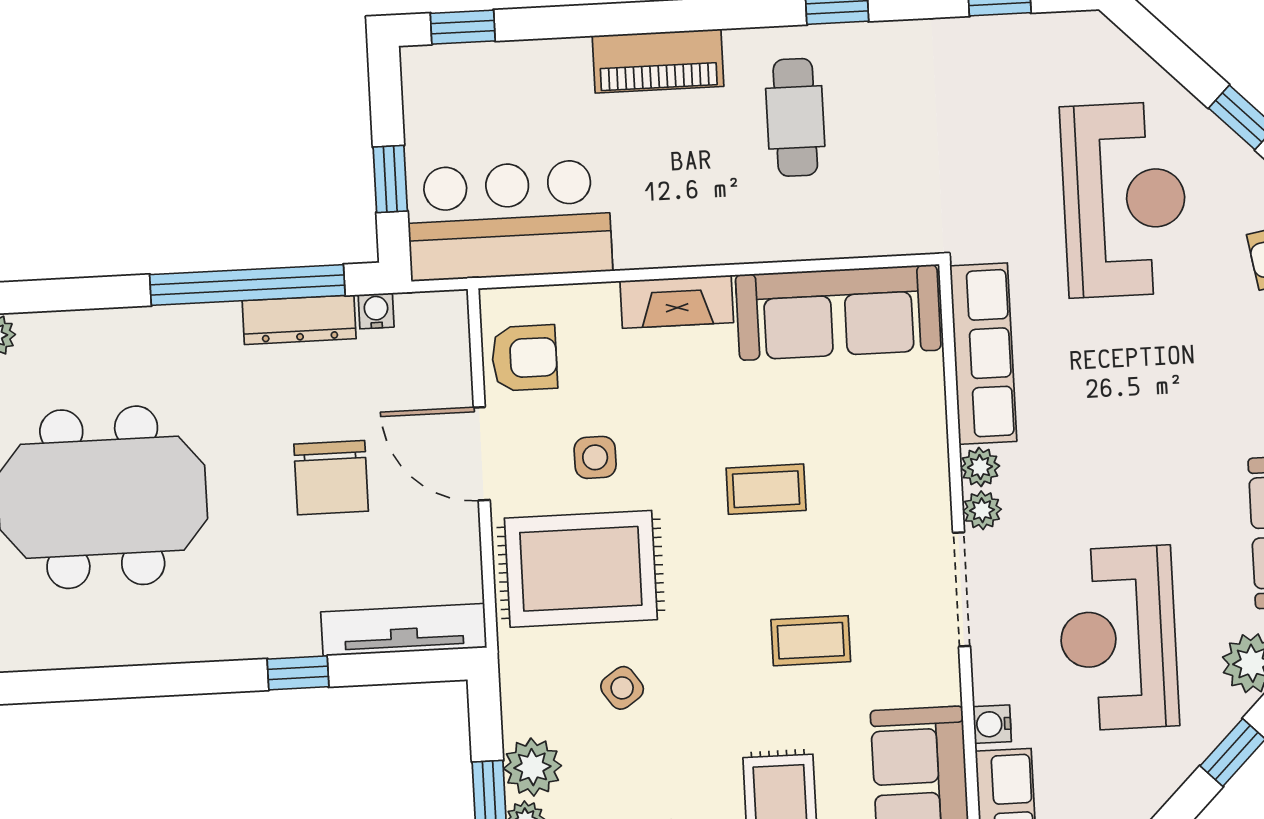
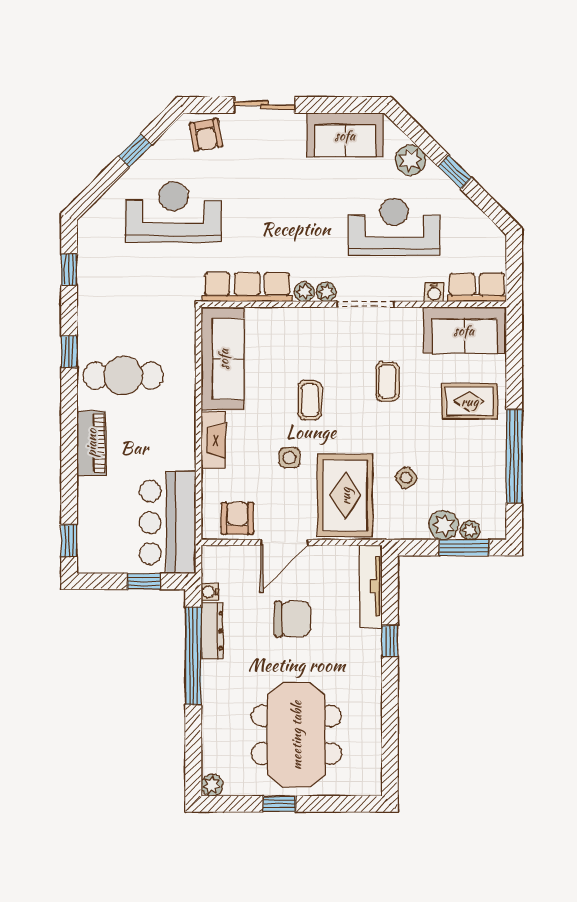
cafe table: (795, 117) -> (123, 376), width x1.37, depth x1.35
side table: (595, 457) -> (289, 458), moved
reception desk: (1118, 638) -> (394, 227), turned 180

